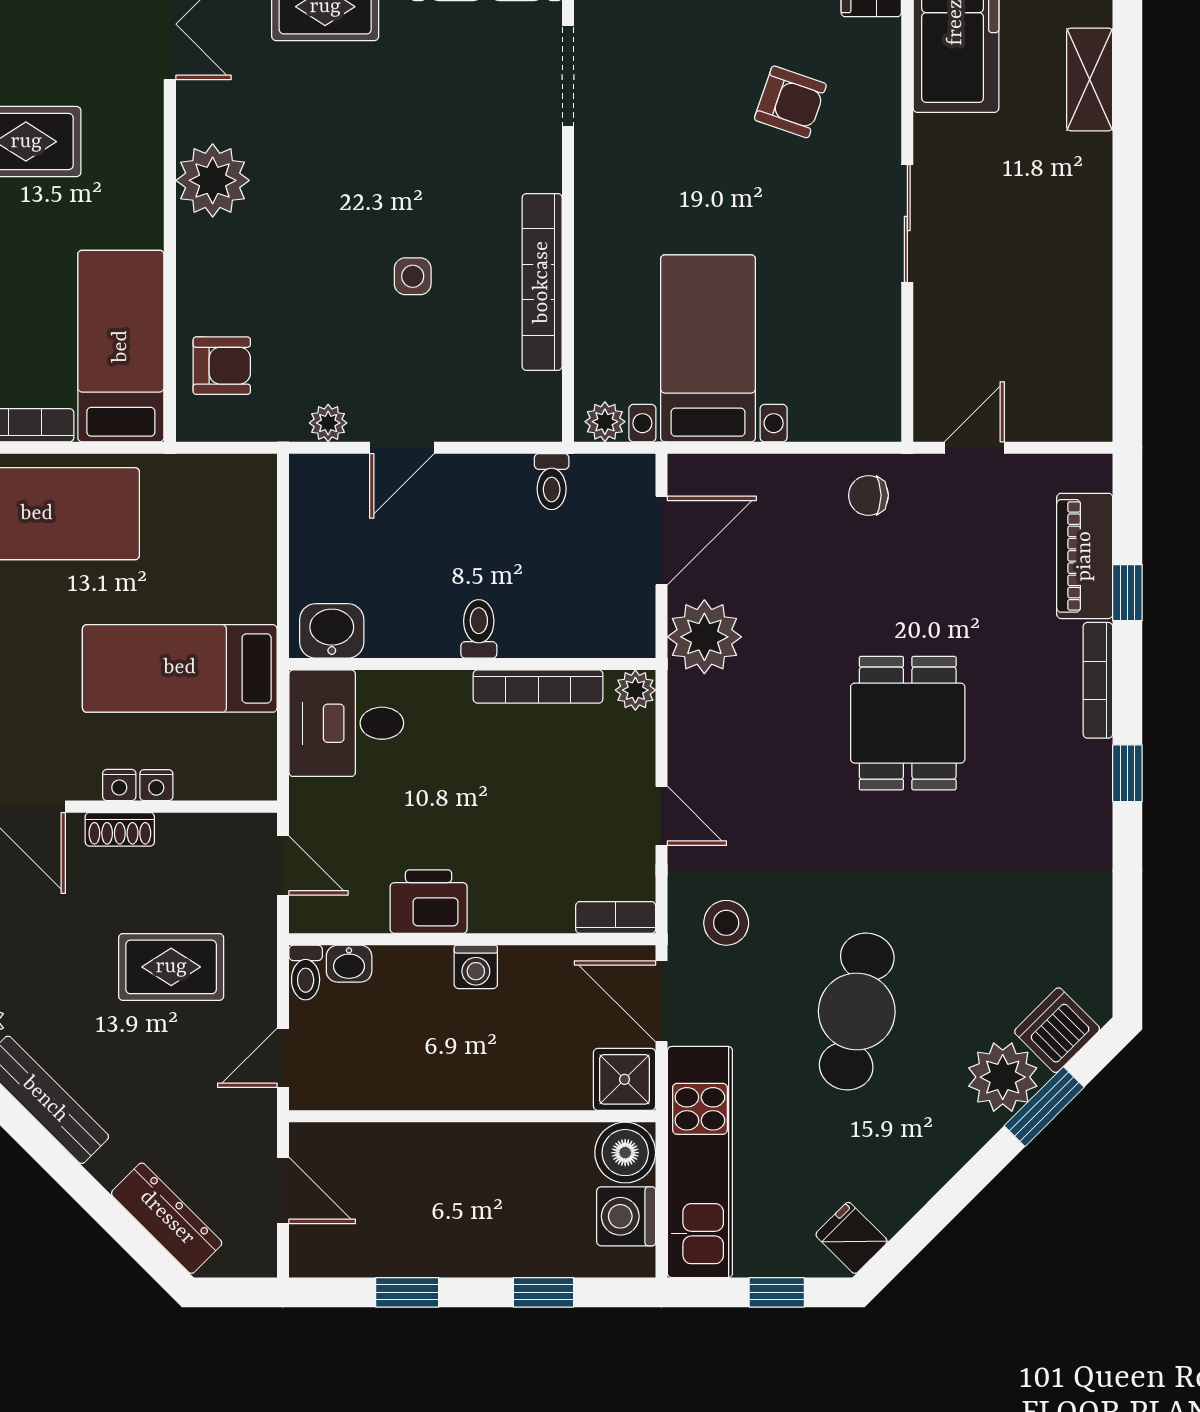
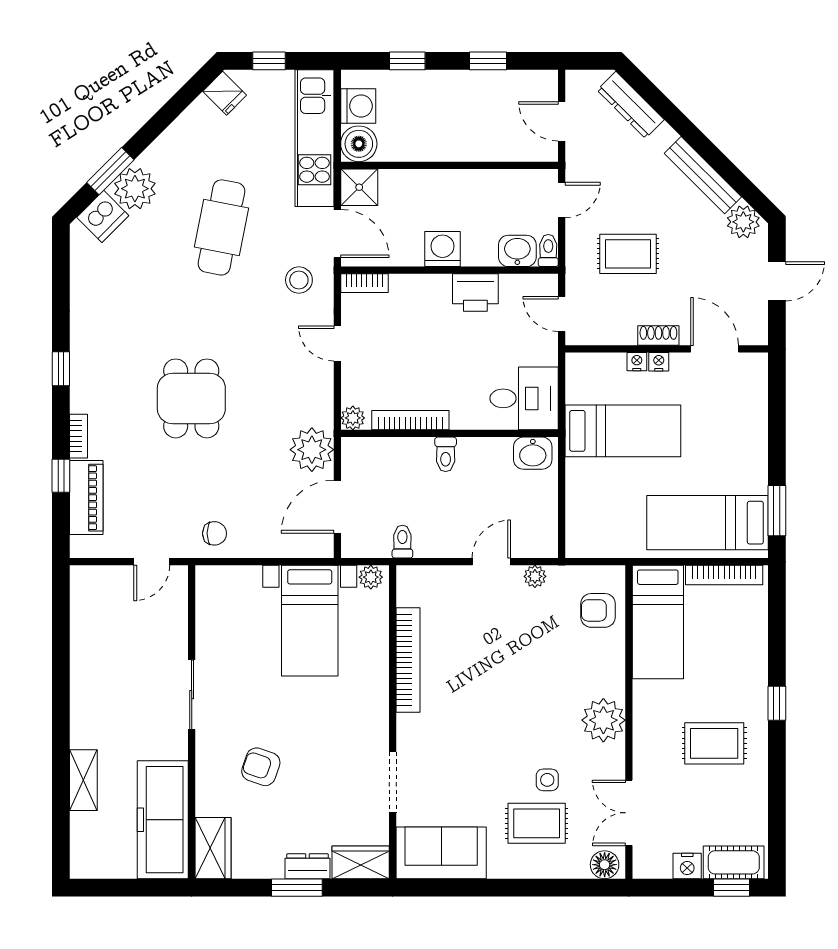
side table: (413, 276) -> (547, 780), moved
bookcase: (1098, 680) -> (78, 436), width x0.64
washbasin: (349, 964) -> (517, 251), width x1.38, depth x1.45
washing machine: (476, 967) -> (442, 249), width x1.38, depth x1.38

